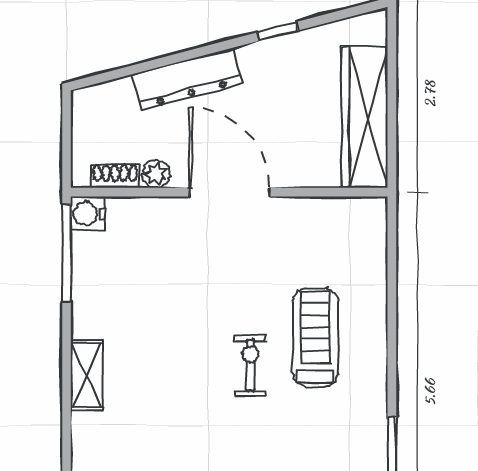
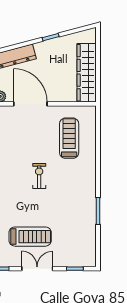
treadmill: (315, 338) -> (69, 138), moved

